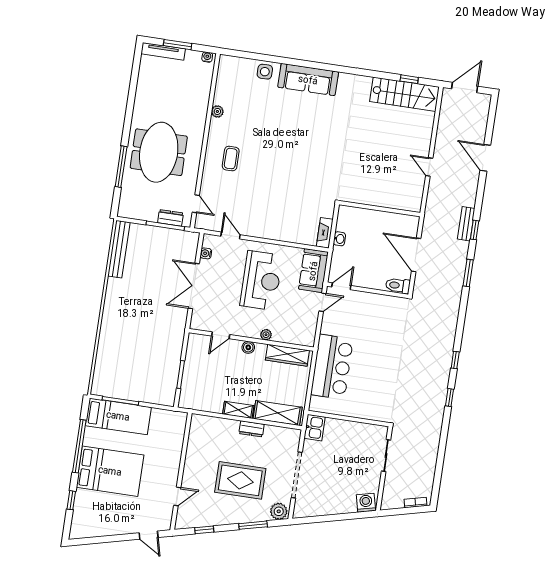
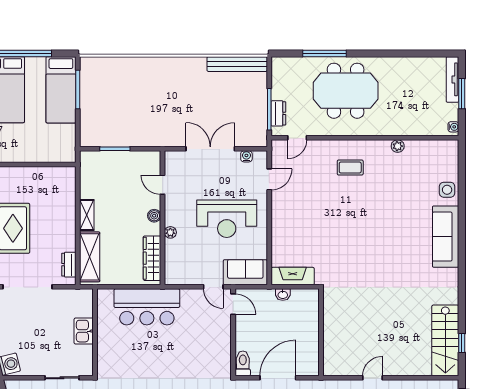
fireplace: (325, 233) -> (293, 276), width x1.37, depth x1.32
kitchen sink: (315, 428) -> (84, 331), moved, turned 90
dresser: (251, 429) -> (69, 265), moved

